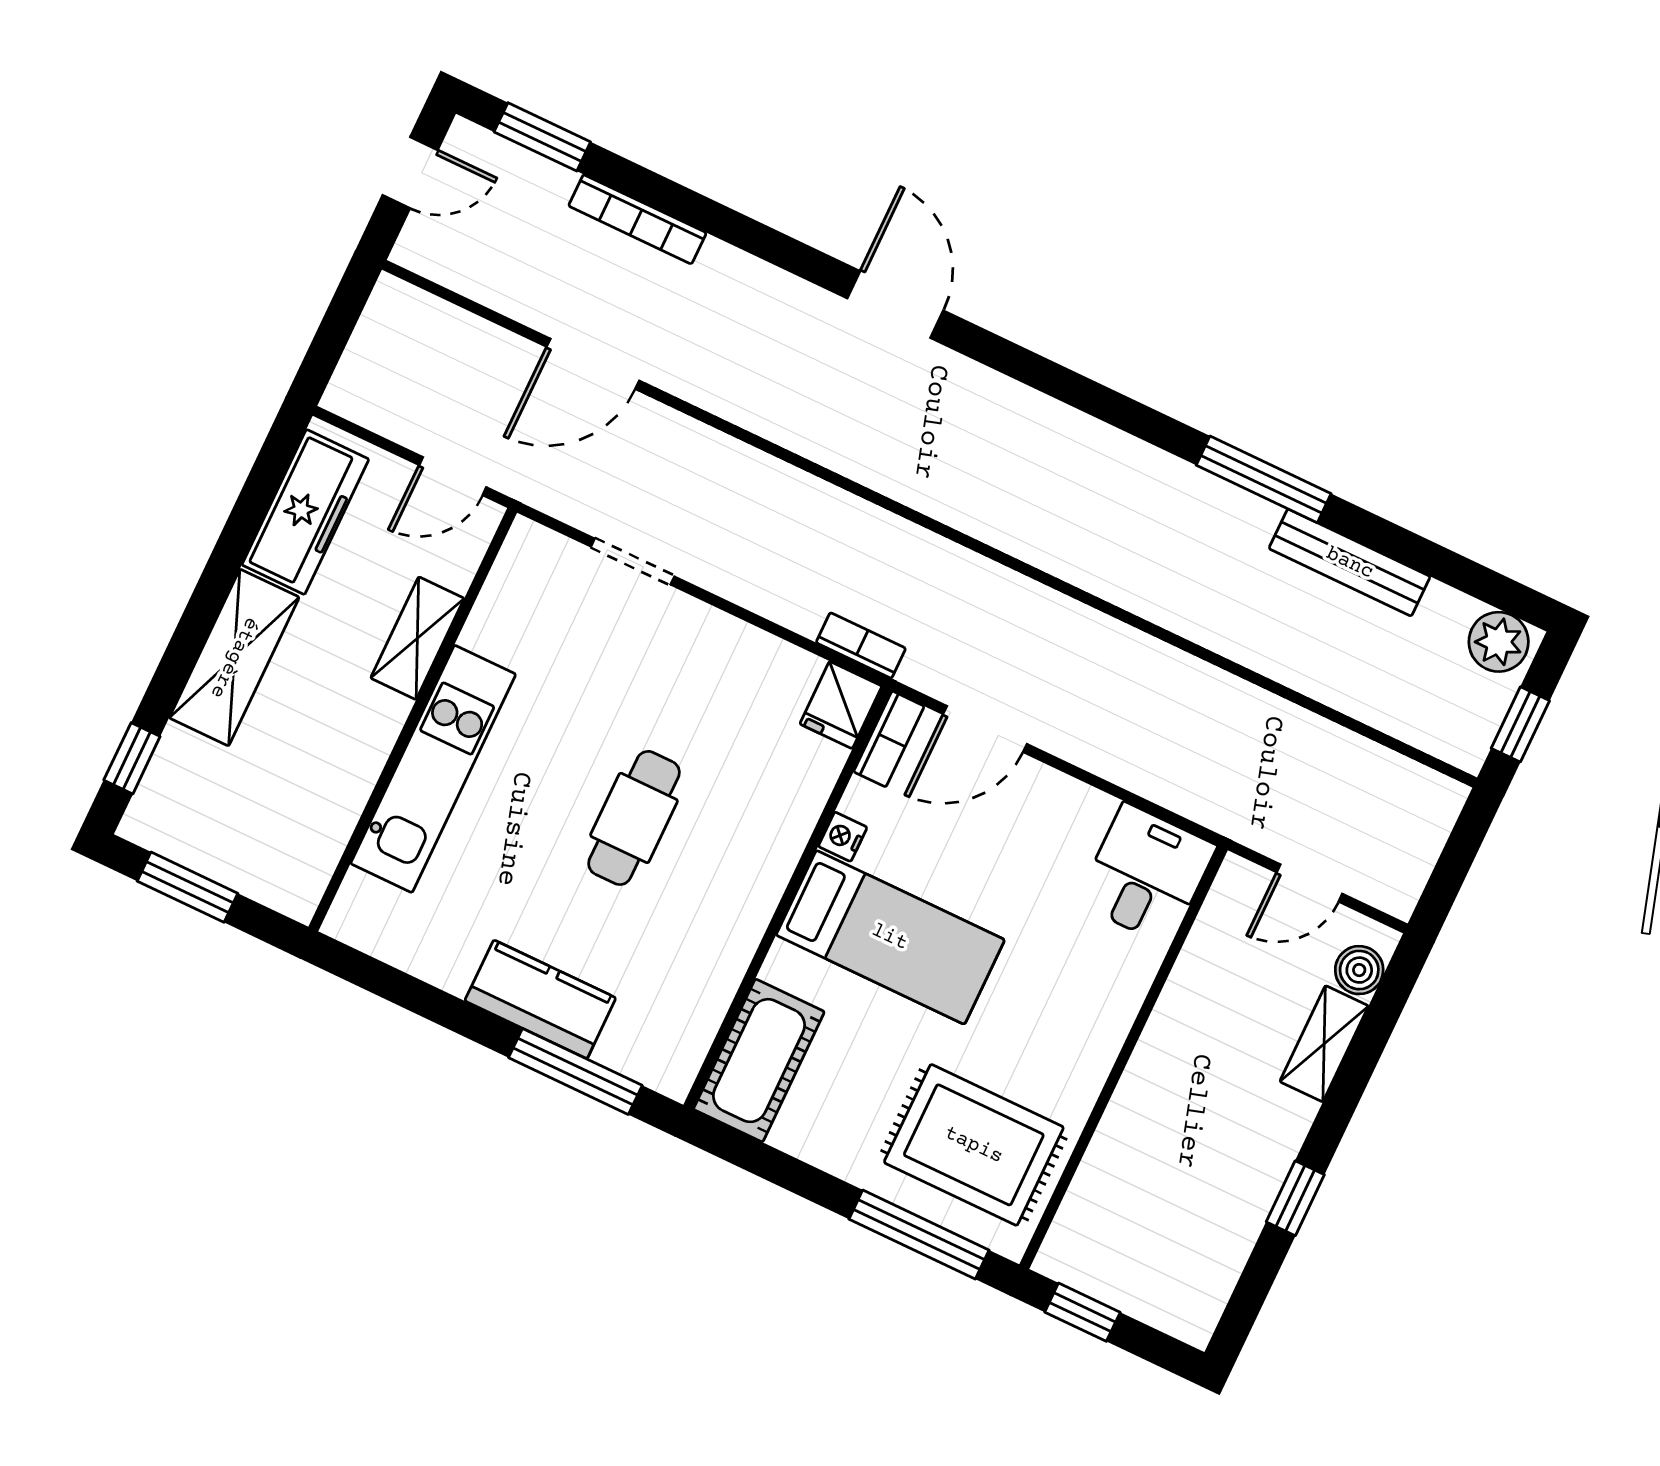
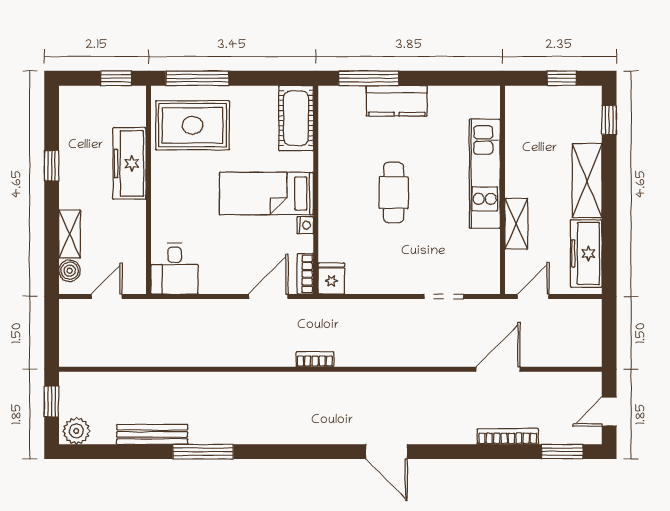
bookcase: (861, 645) -> (315, 359), moved, turned 180
window: (187, 887) -> (562, 78), width x0.67
freezer: (1137, 1128) -> (130, 163), added

